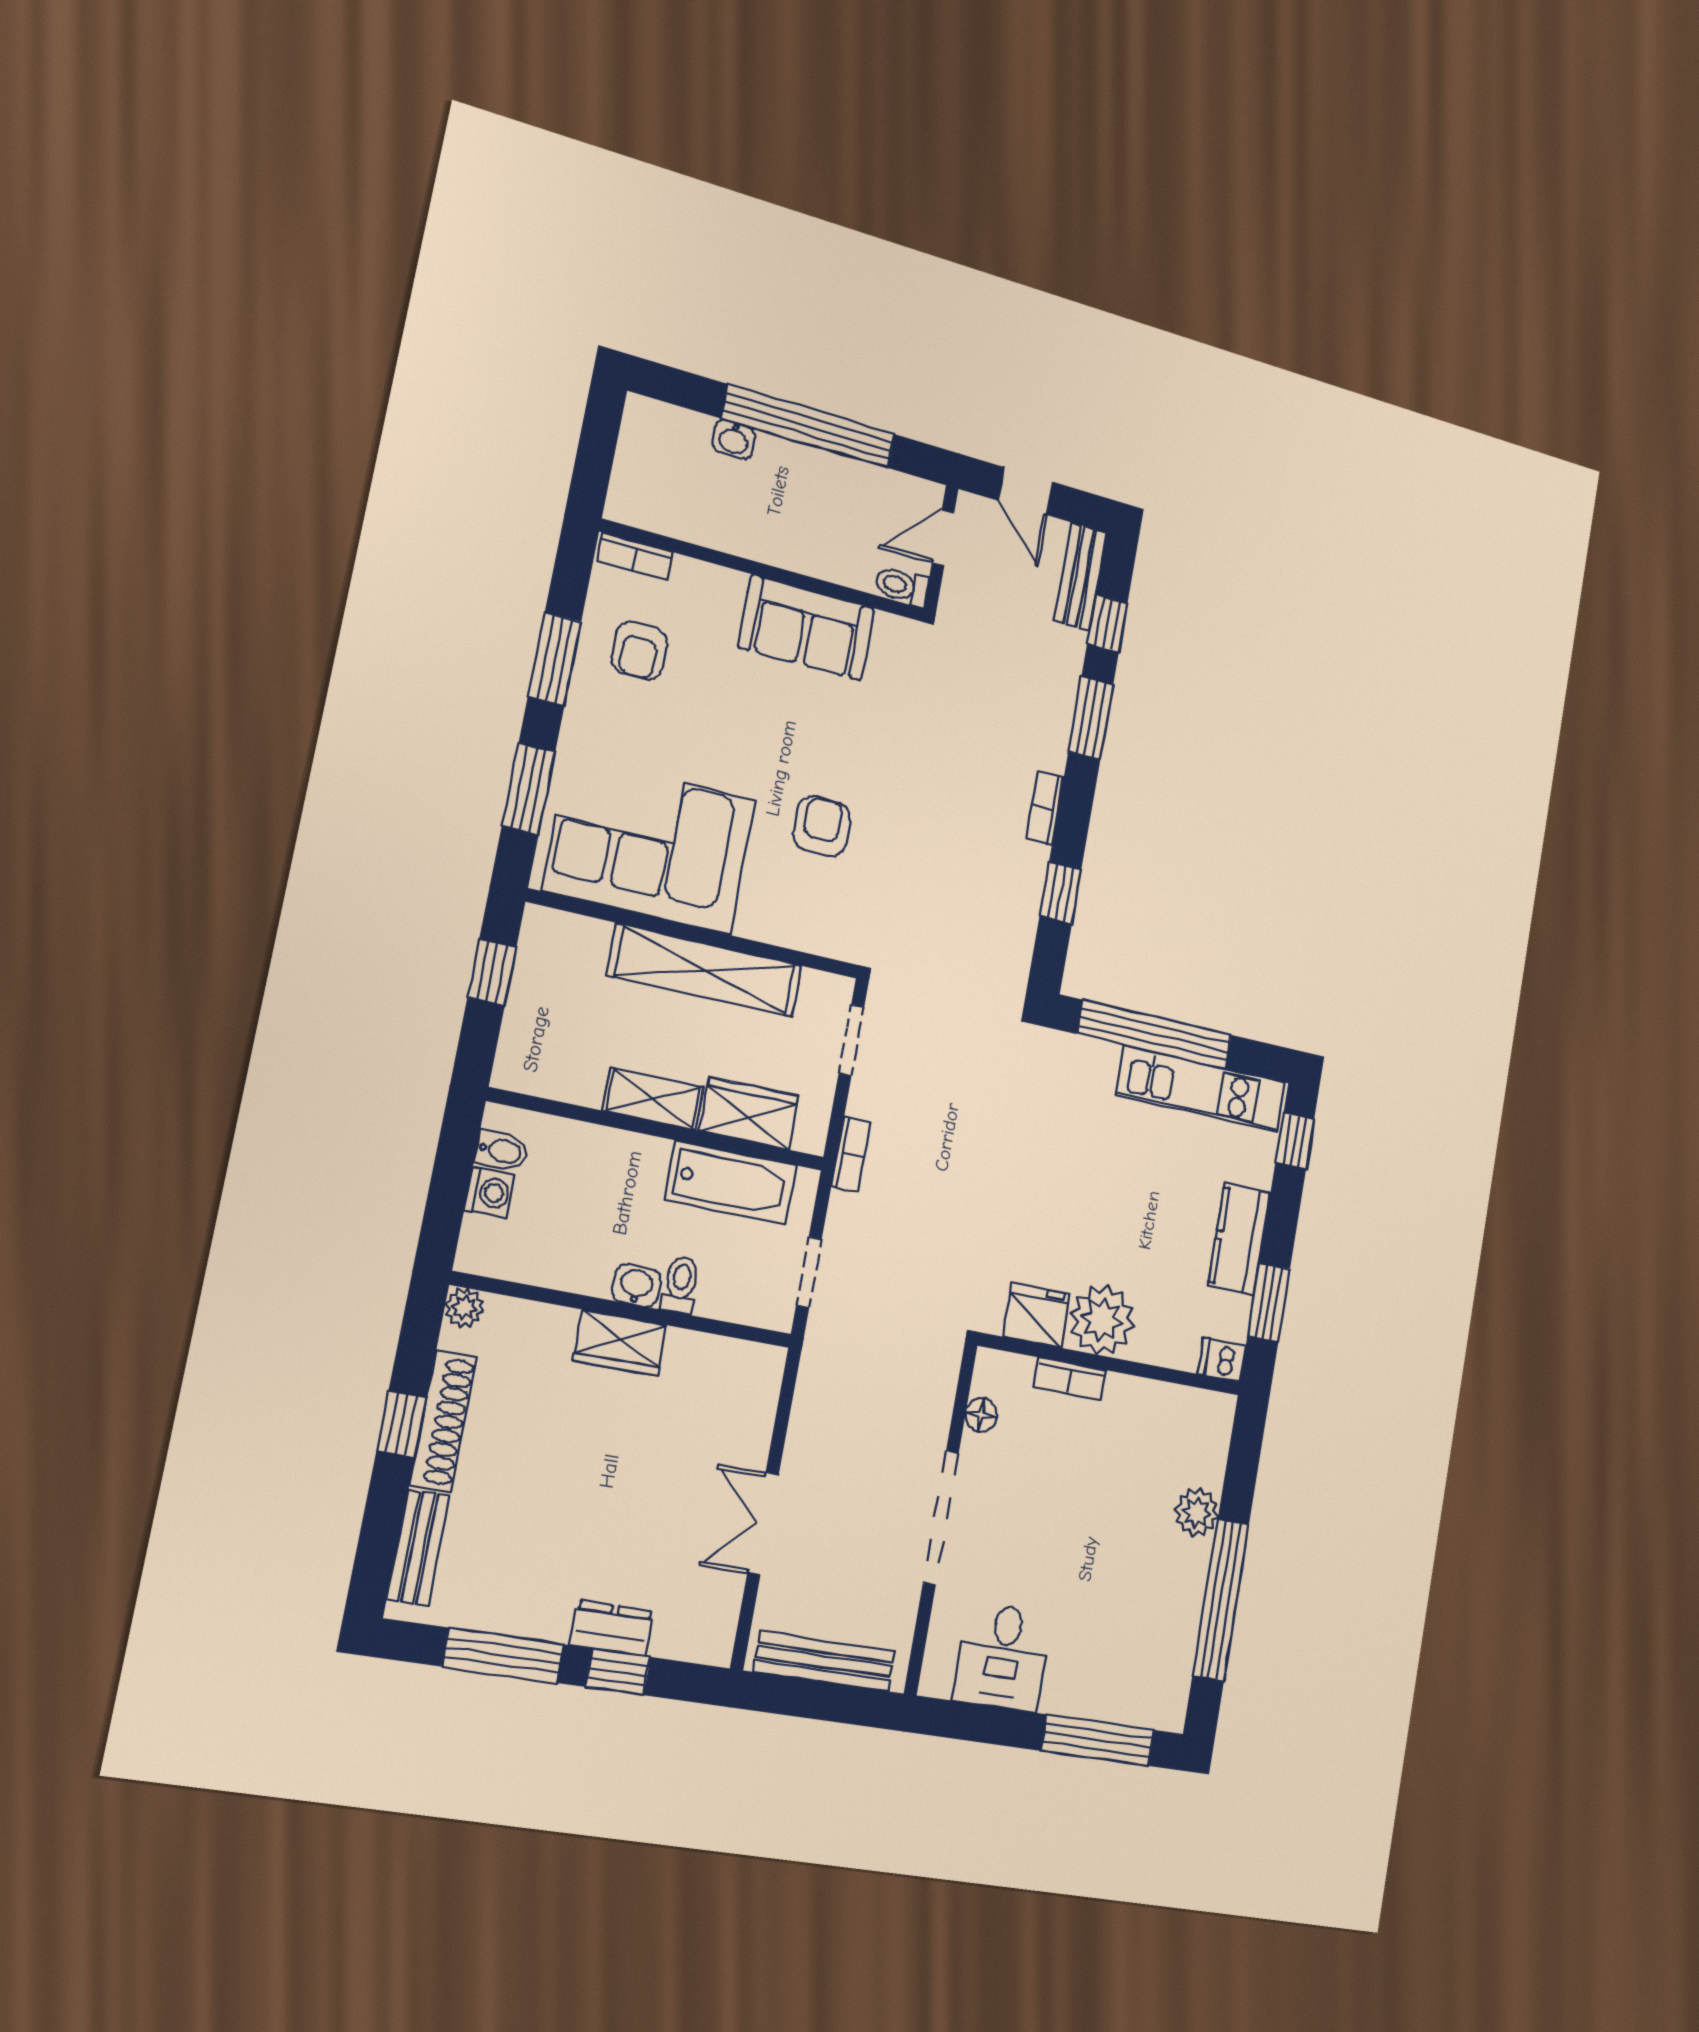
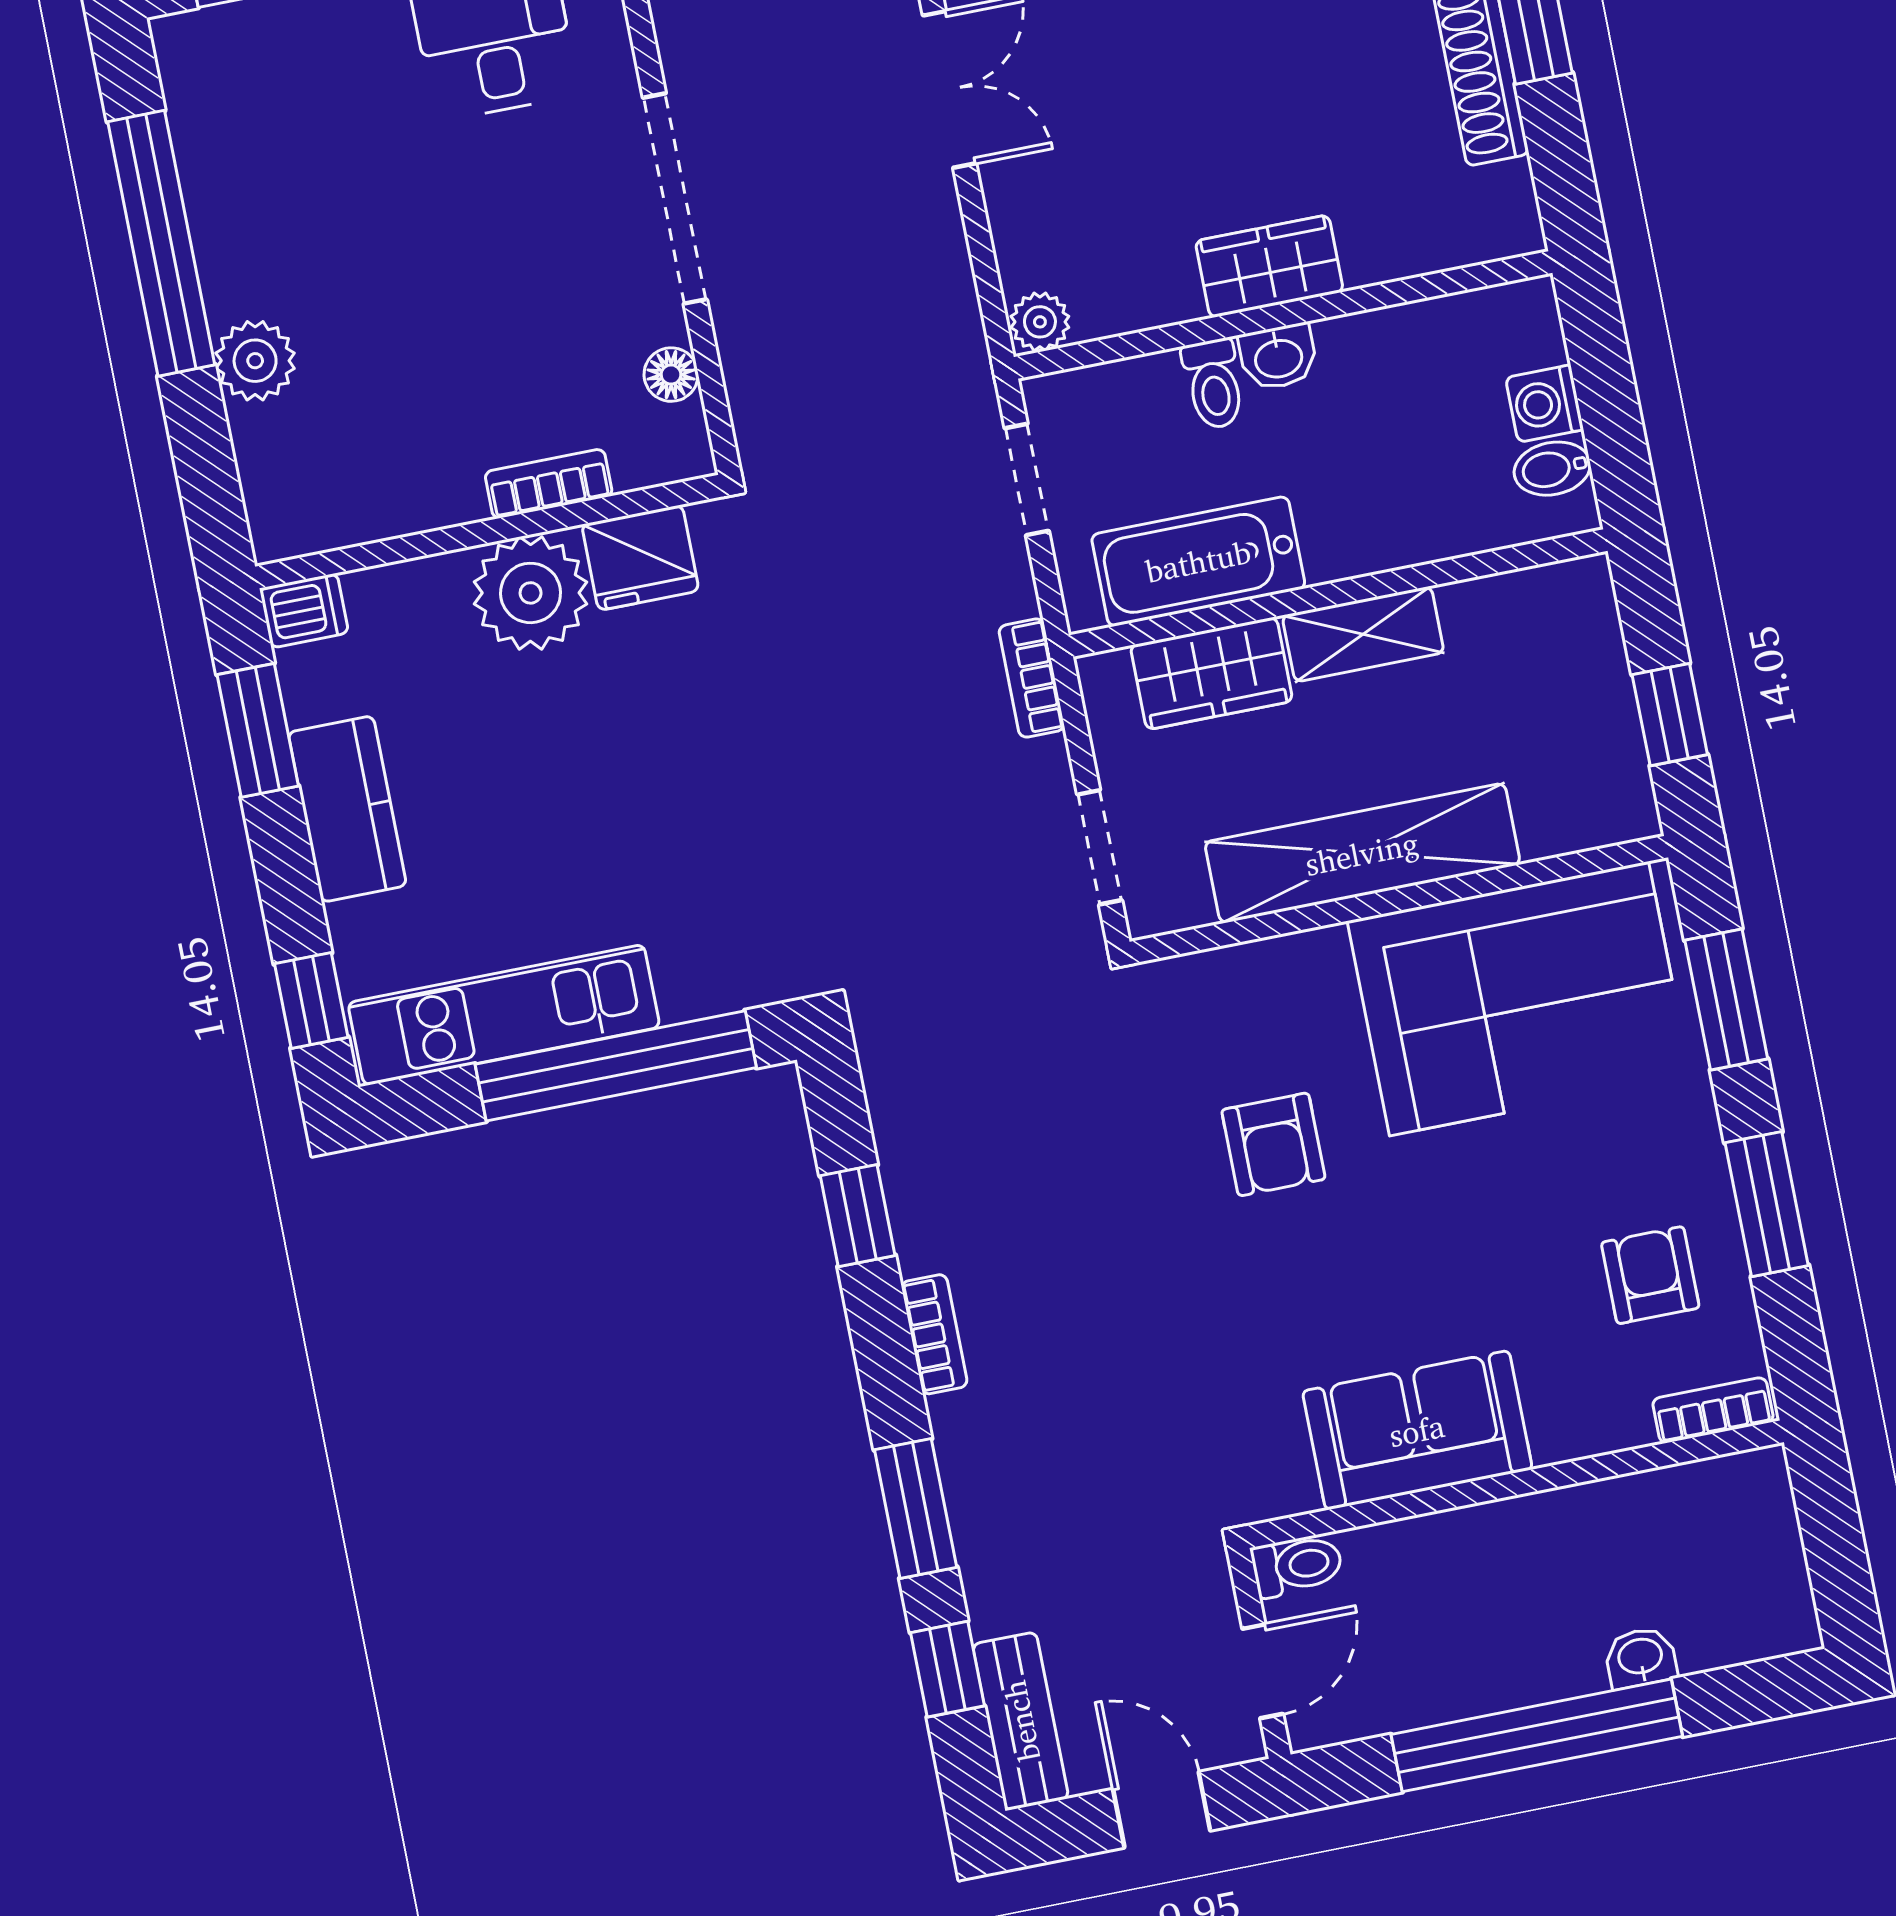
plant: (464, 1308) -> (1040, 322), moved

